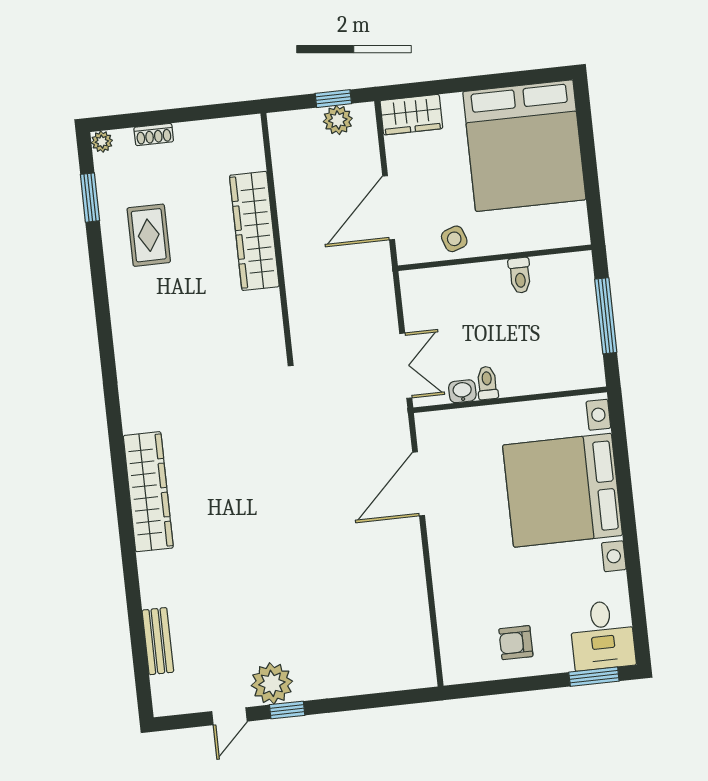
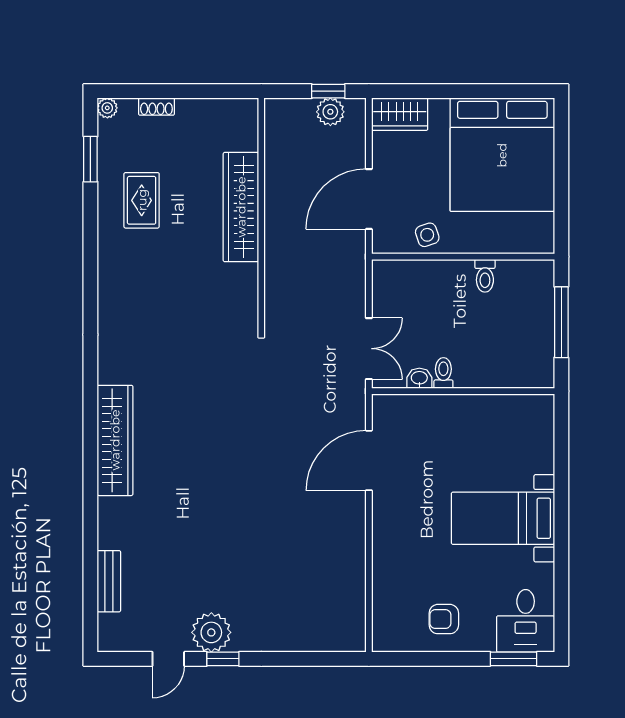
bed with nightstands: (563, 490) -> (503, 518), width x0.54

